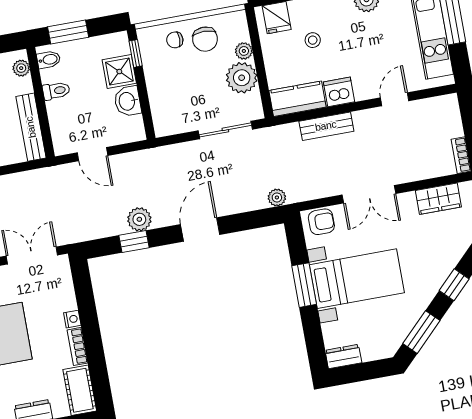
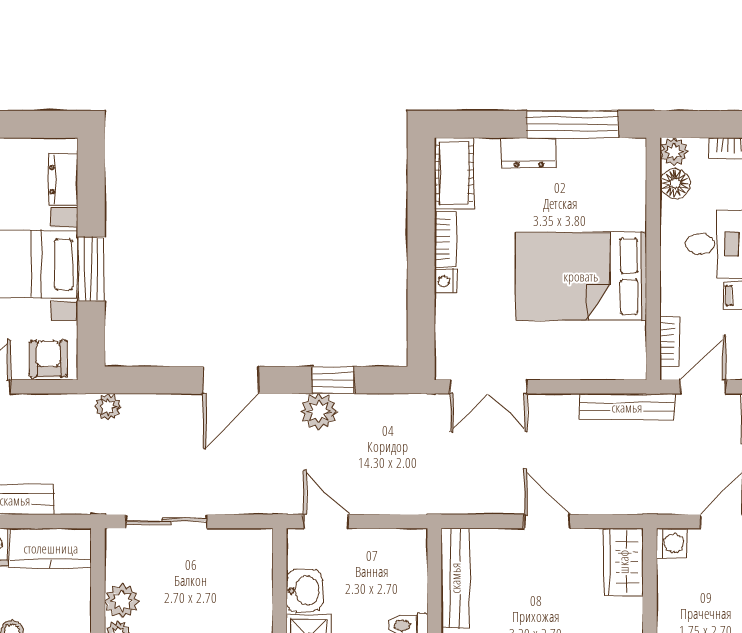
plant: (242, 78) -> (122, 601), width x0.73, depth x0.73
door: (92, 154) -> (326, 521), moved
armchair: (321, 222) -> (48, 359), turned 90
dresser: (343, 356) -> (63, 180), moved, turned 90

